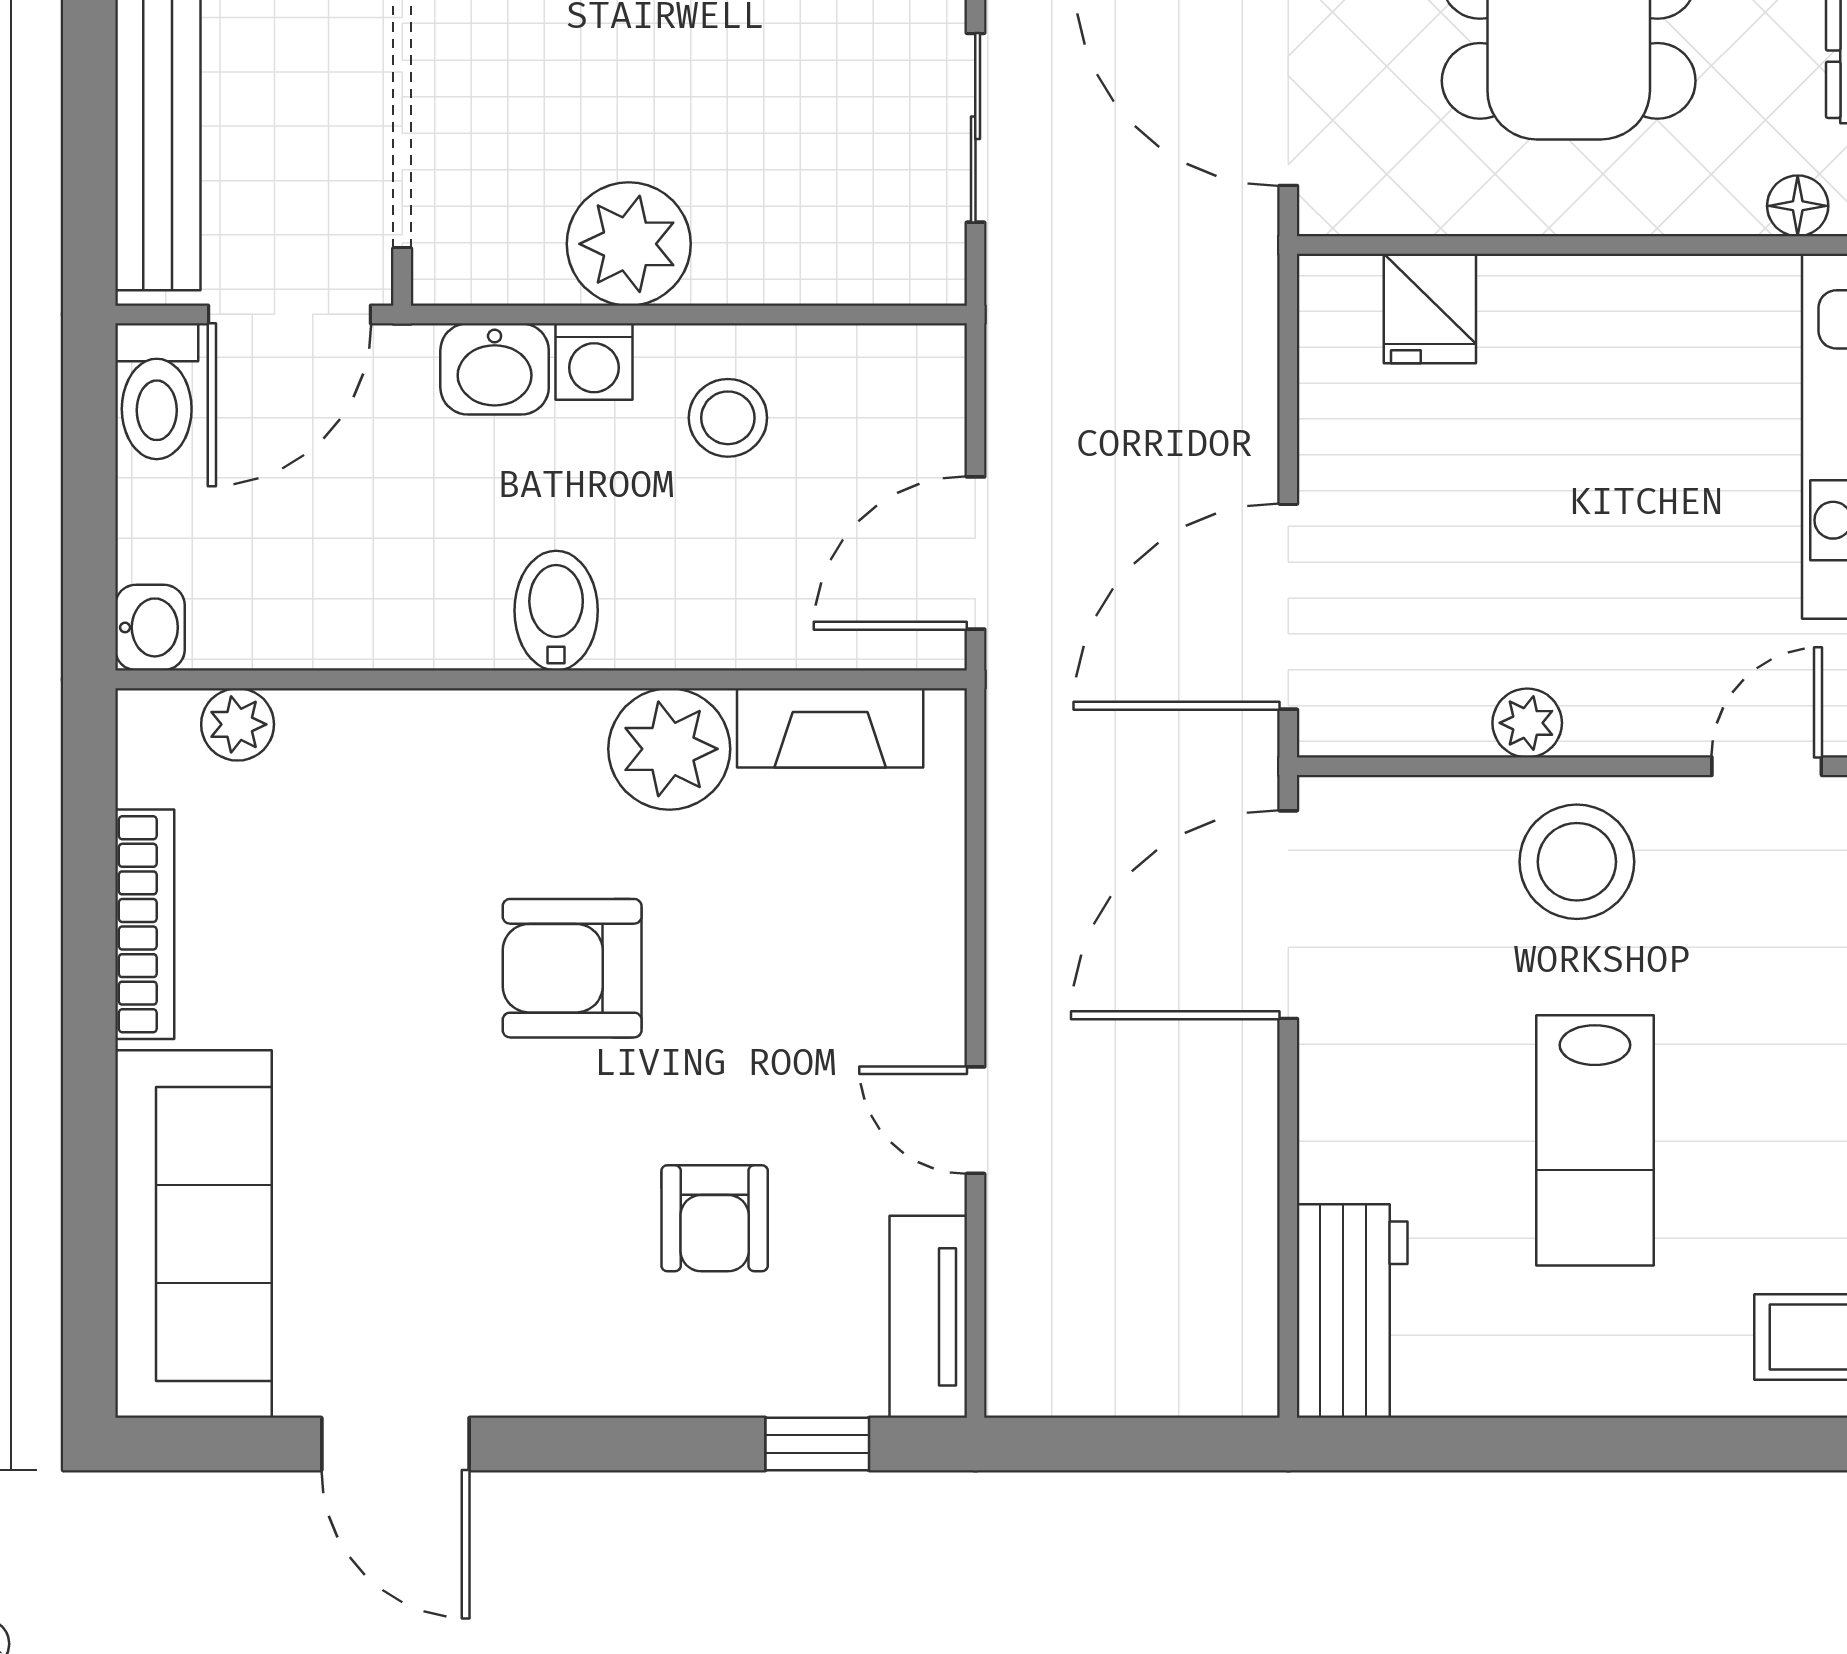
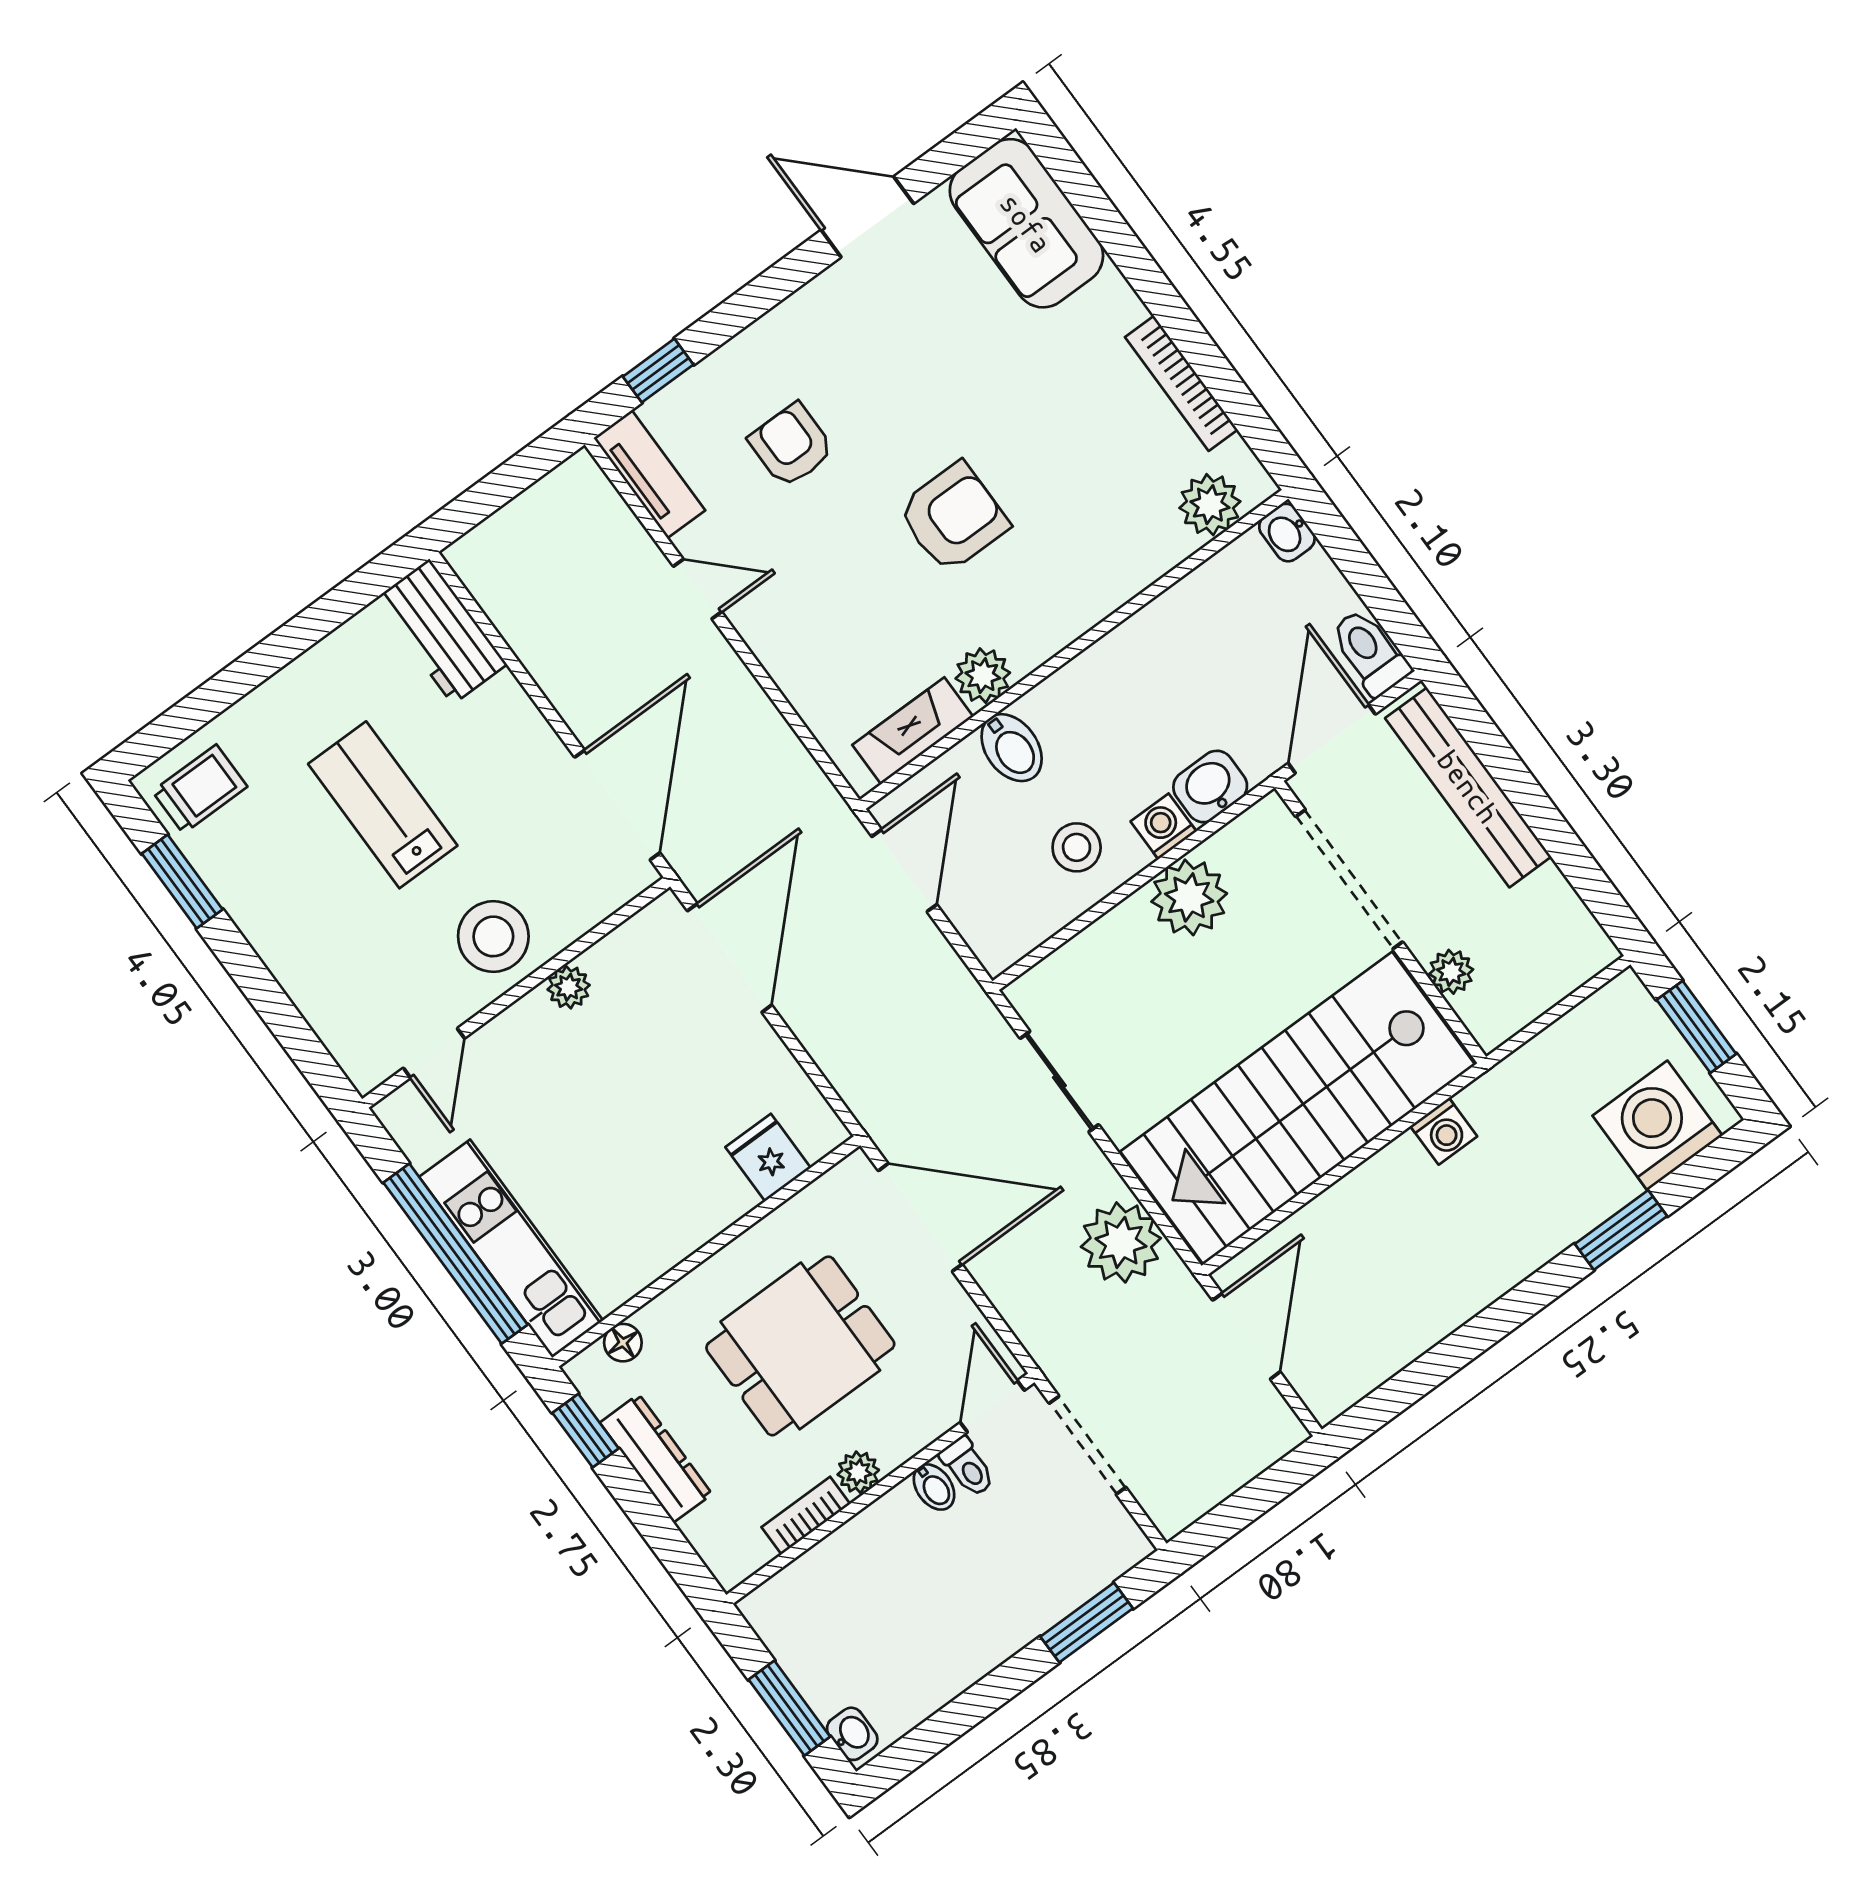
bidet: (556, 611) -> (1012, 748), moved
plant: (238, 724) -> (1210, 505), width x1.38, depth x1.38
plant: (669, 749) -> (983, 676), width x0.73, depth x0.73
sofa: (194, 1234) -> (1026, 223), width x0.73

